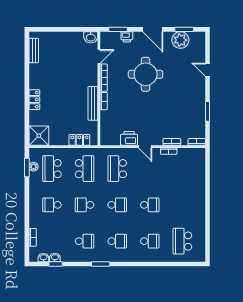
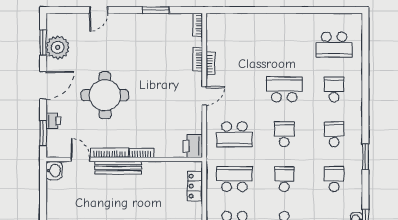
bench: (93, 103) -> (118, 168), moved
printer: (129, 138) -> (193, 146), moved
school desk: (85, 205) -> (284, 179), turned 180
school desk: (150, 205) -> (284, 89), width x1.85

